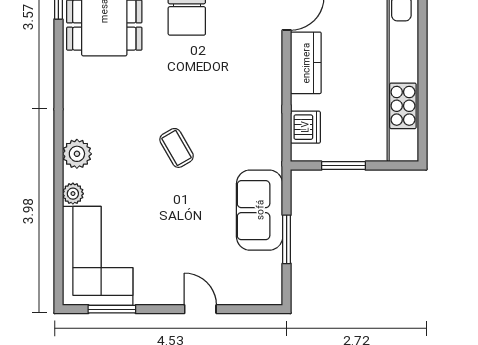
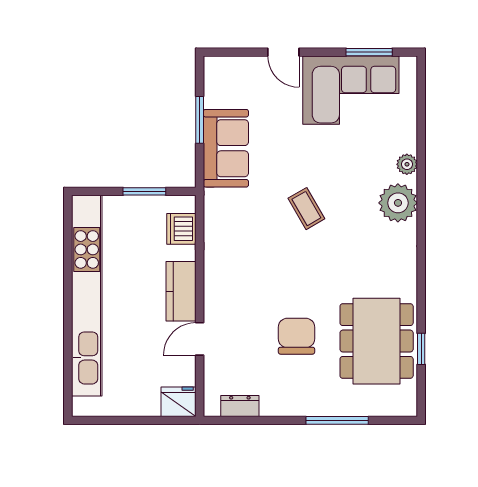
plant: (77, 154) -> (398, 203), width x1.36, depth x1.36
corner sofa: (98, 256) -> (351, 90), moved, turned -90

